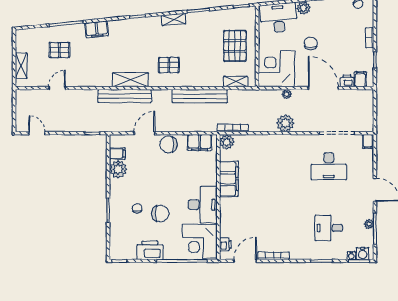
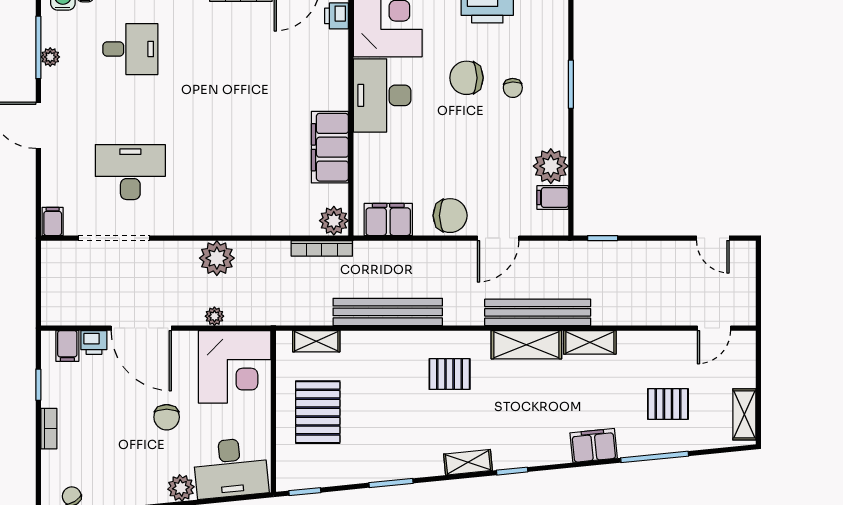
shelving: (174, 19) -> (468, 462), moved
shelving: (21, 66) -> (744, 414), moved
shelving: (98, 81) -> (590, 342), added
door: (57, 88) -> (714, 328), moved

